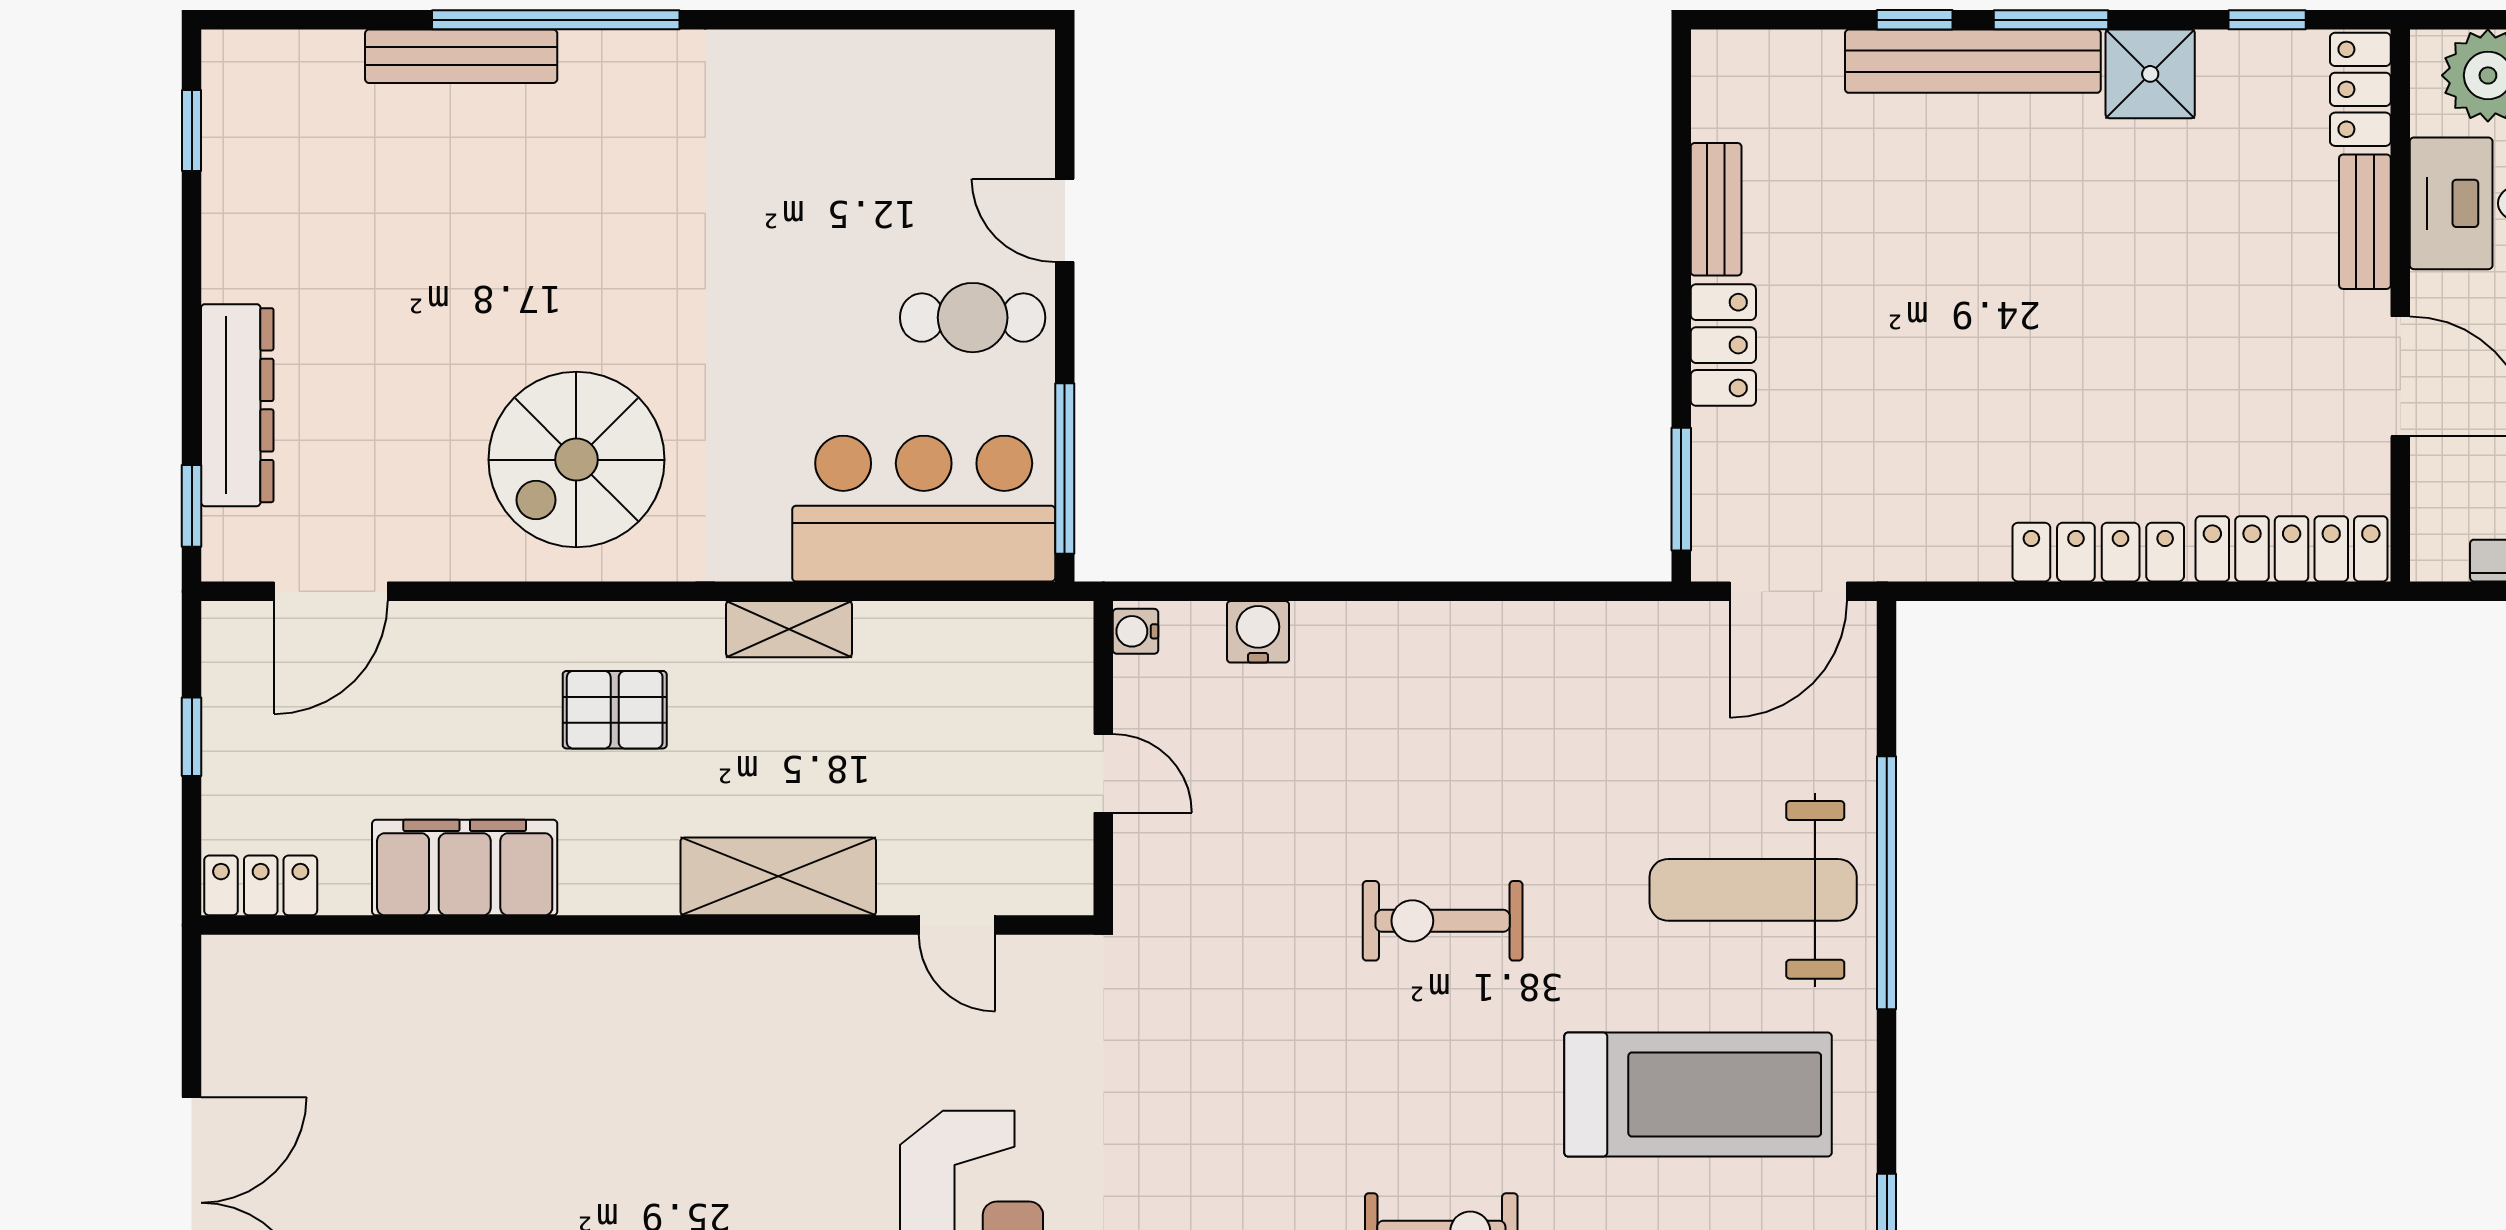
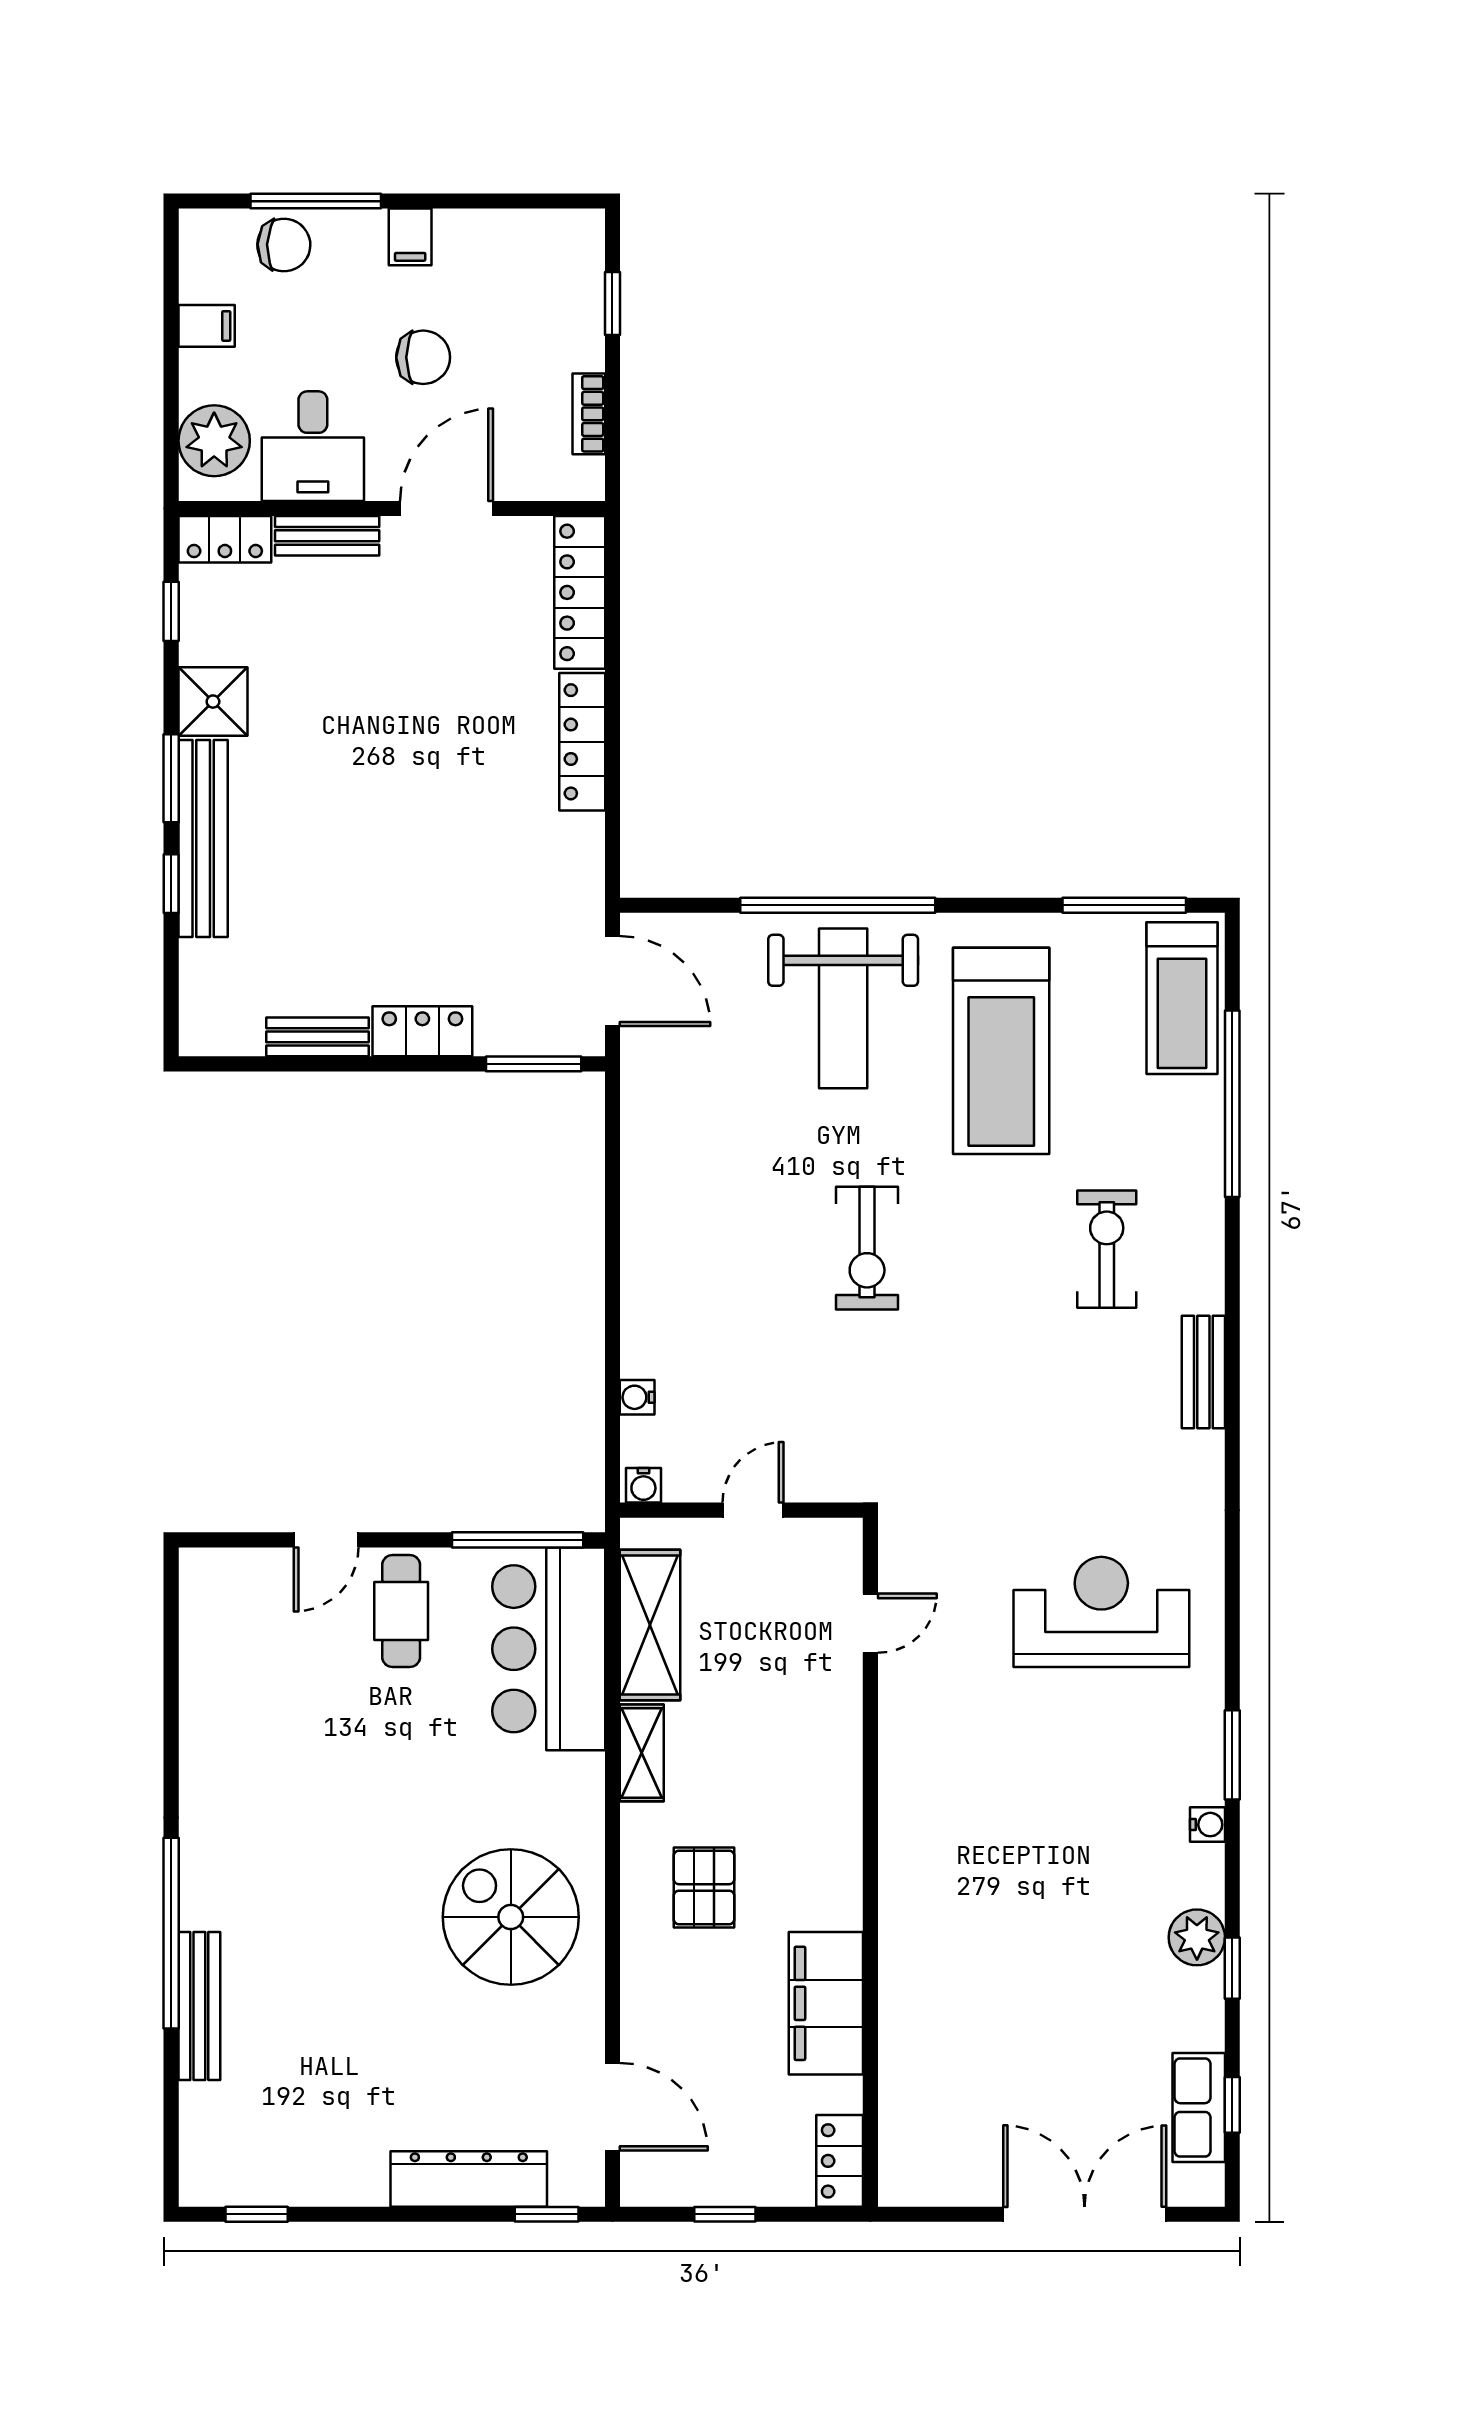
spiral stairs: (576, 460) -> (511, 1917), turned 180
water cooler: (1258, 632) -> (637, 1397), width x0.72, depth x0.72
shelving: (778, 876) -> (650, 1625), moved
treadmill: (1698, 1094) -> (1001, 1051), turned 180

